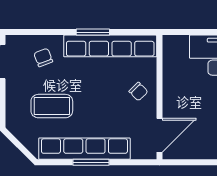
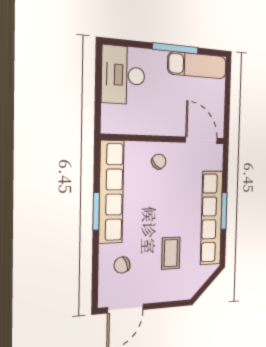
coffee table: (52, 106) -> (171, 253), width x0.73, depth x0.77

